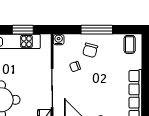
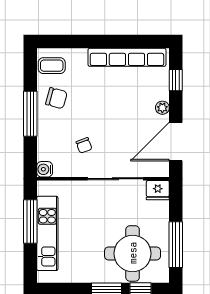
window: (23, 30) -> (30, 222), width x1.44
chair: (90, 50) -> (56, 98), moved

